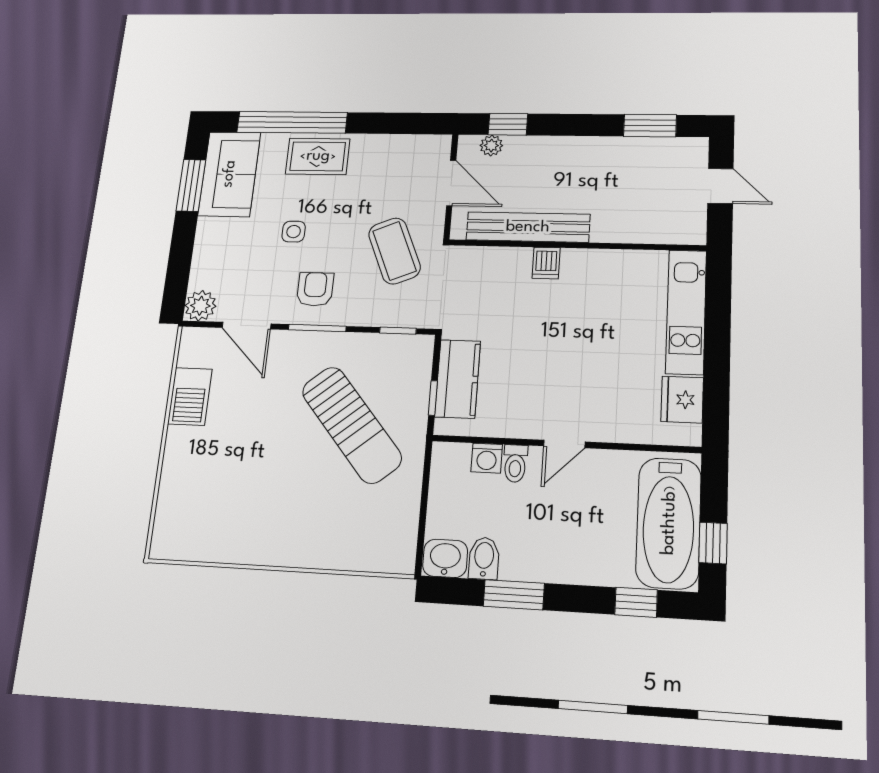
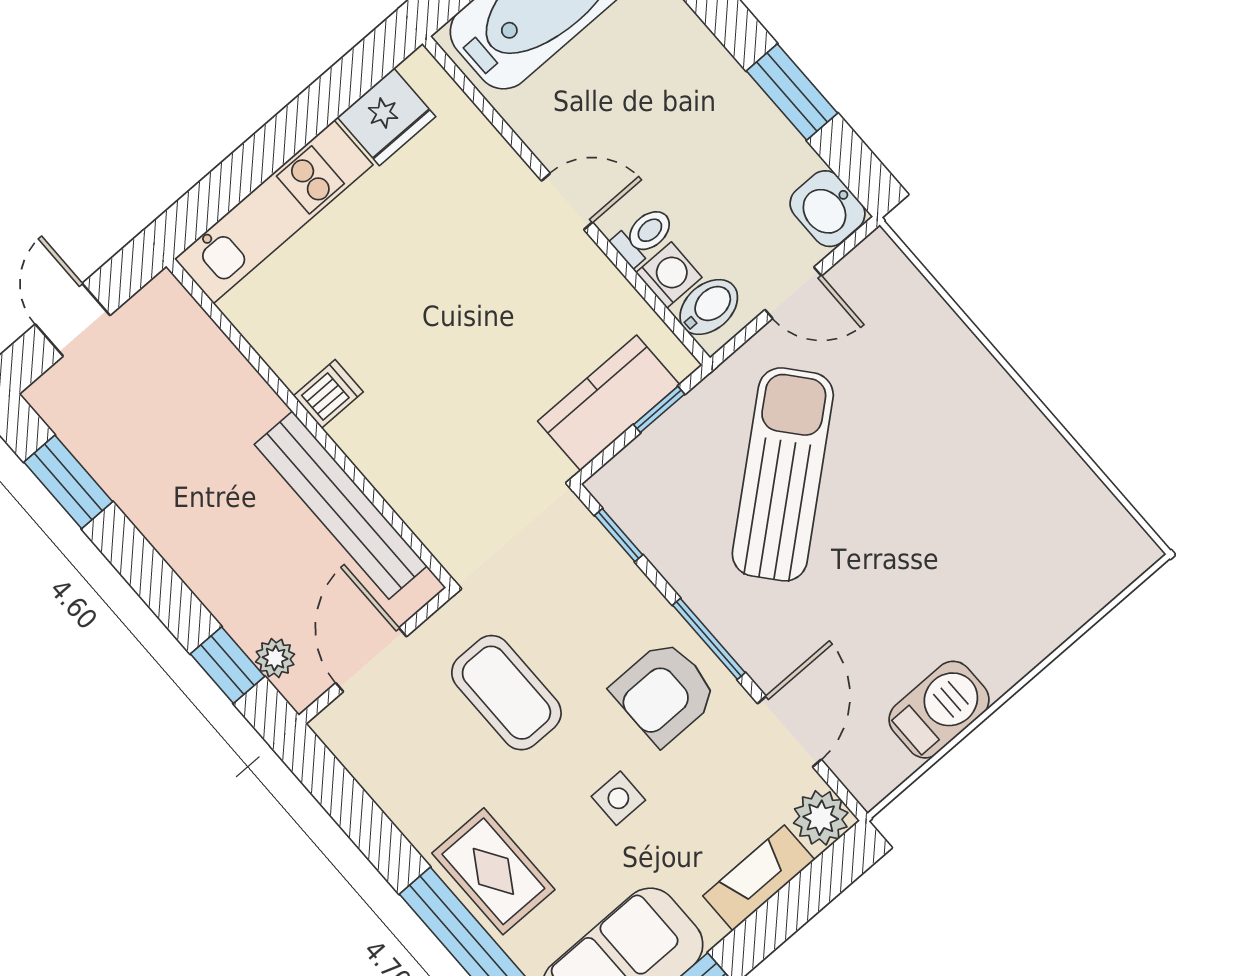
coffee table: (394, 251) -> (506, 693), moved, turned -67
fireplace: (205, 259) -> (759, 878), added
dishwasher: (546, 263) -> (328, 394), moved
armchair: (315, 289) -> (664, 693), width x1.38, depth x1.38
door: (424, 506) -> (793, 293), added
bidet: (484, 558) -> (709, 307), moved, turned 180

